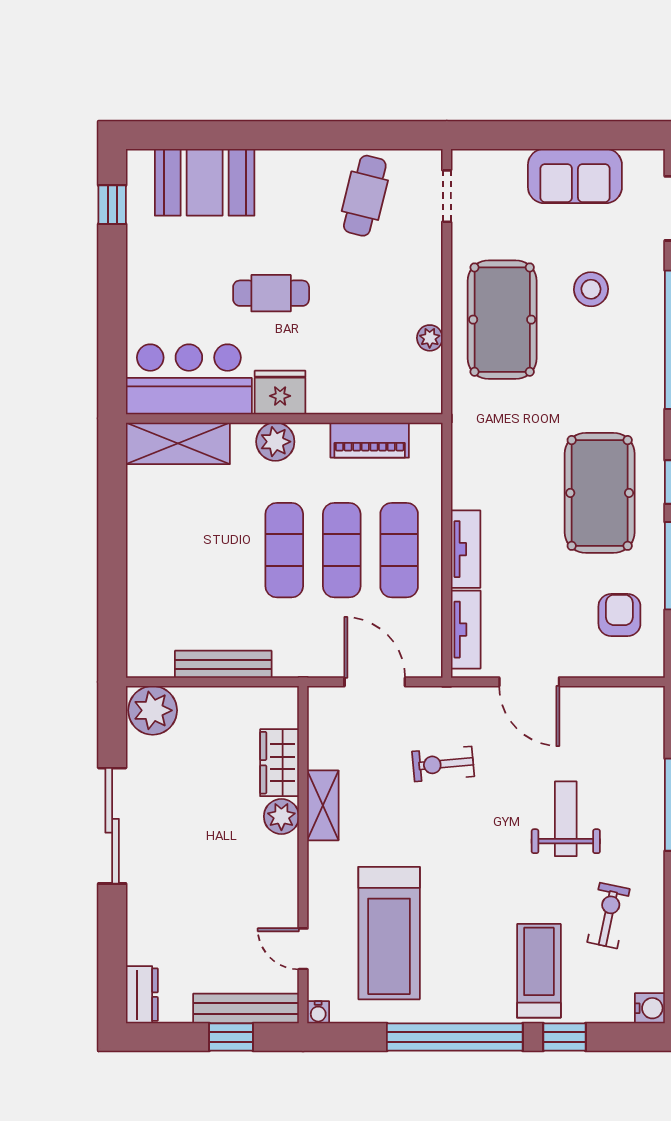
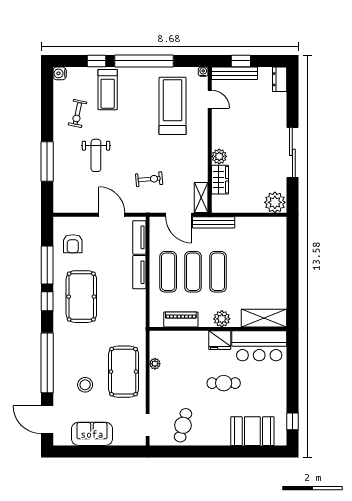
bench: (223, 664) -> (214, 222), moved
shelving: (323, 805) -> (201, 197), moved

